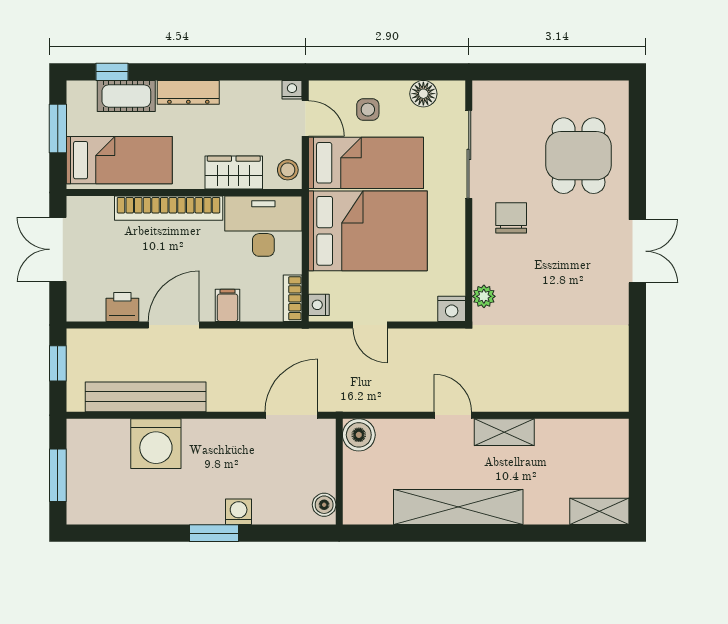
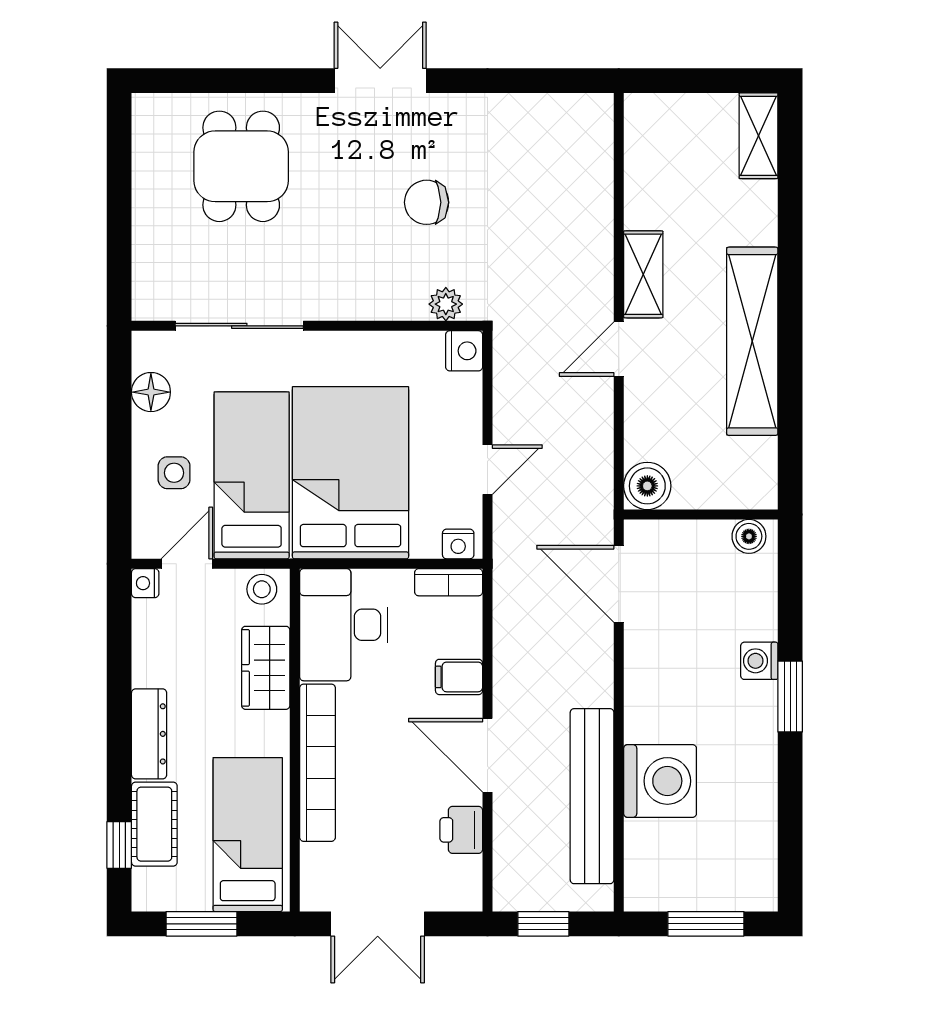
dining table: (579, 156) -> (241, 166), turned 90
chair: (511, 218) -> (427, 202), moved

